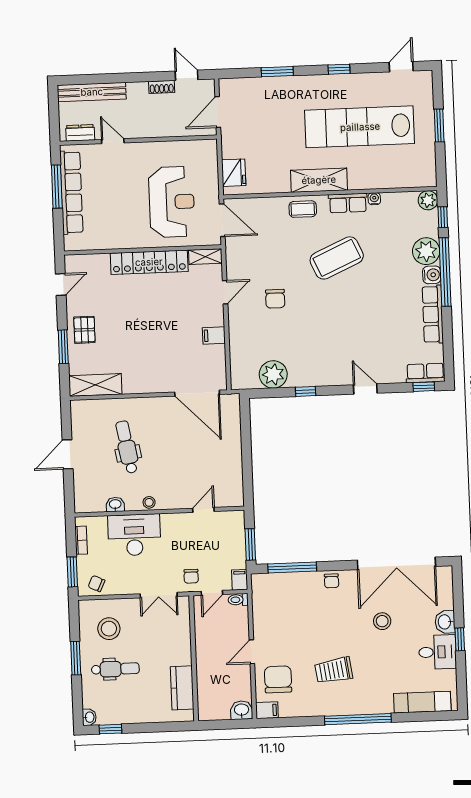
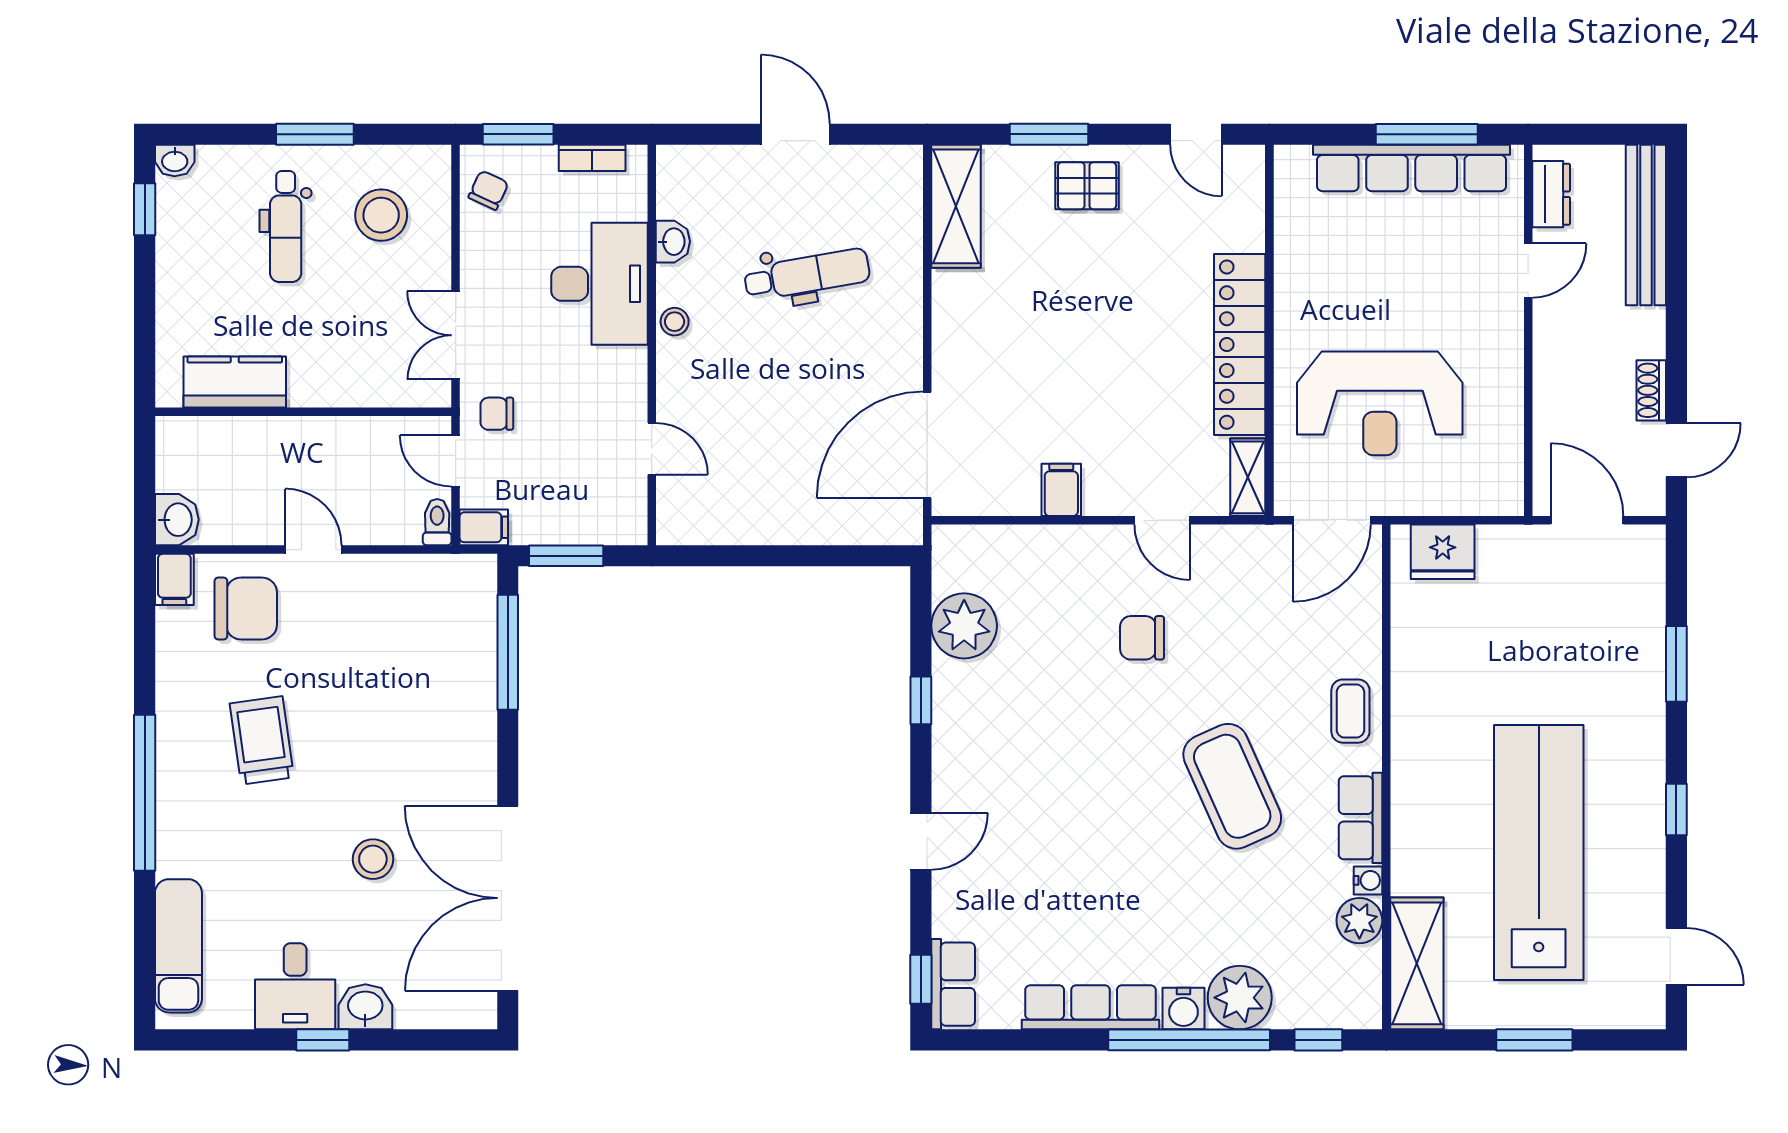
shelving: (319, 180) -> (1417, 963), moved
plant: (428, 200) -> (1359, 921), moved
chair: (332, 581) -> (473, 744), removed

